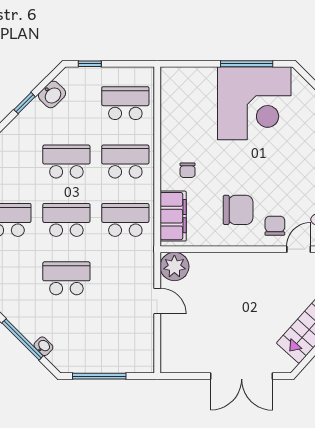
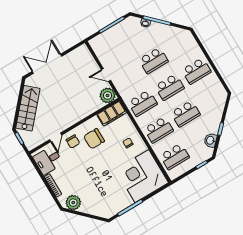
corner desk: (254, 103) -> (142, 176), moved
filing cabinet: (173, 216) -> (112, 114), moved, turned -90

